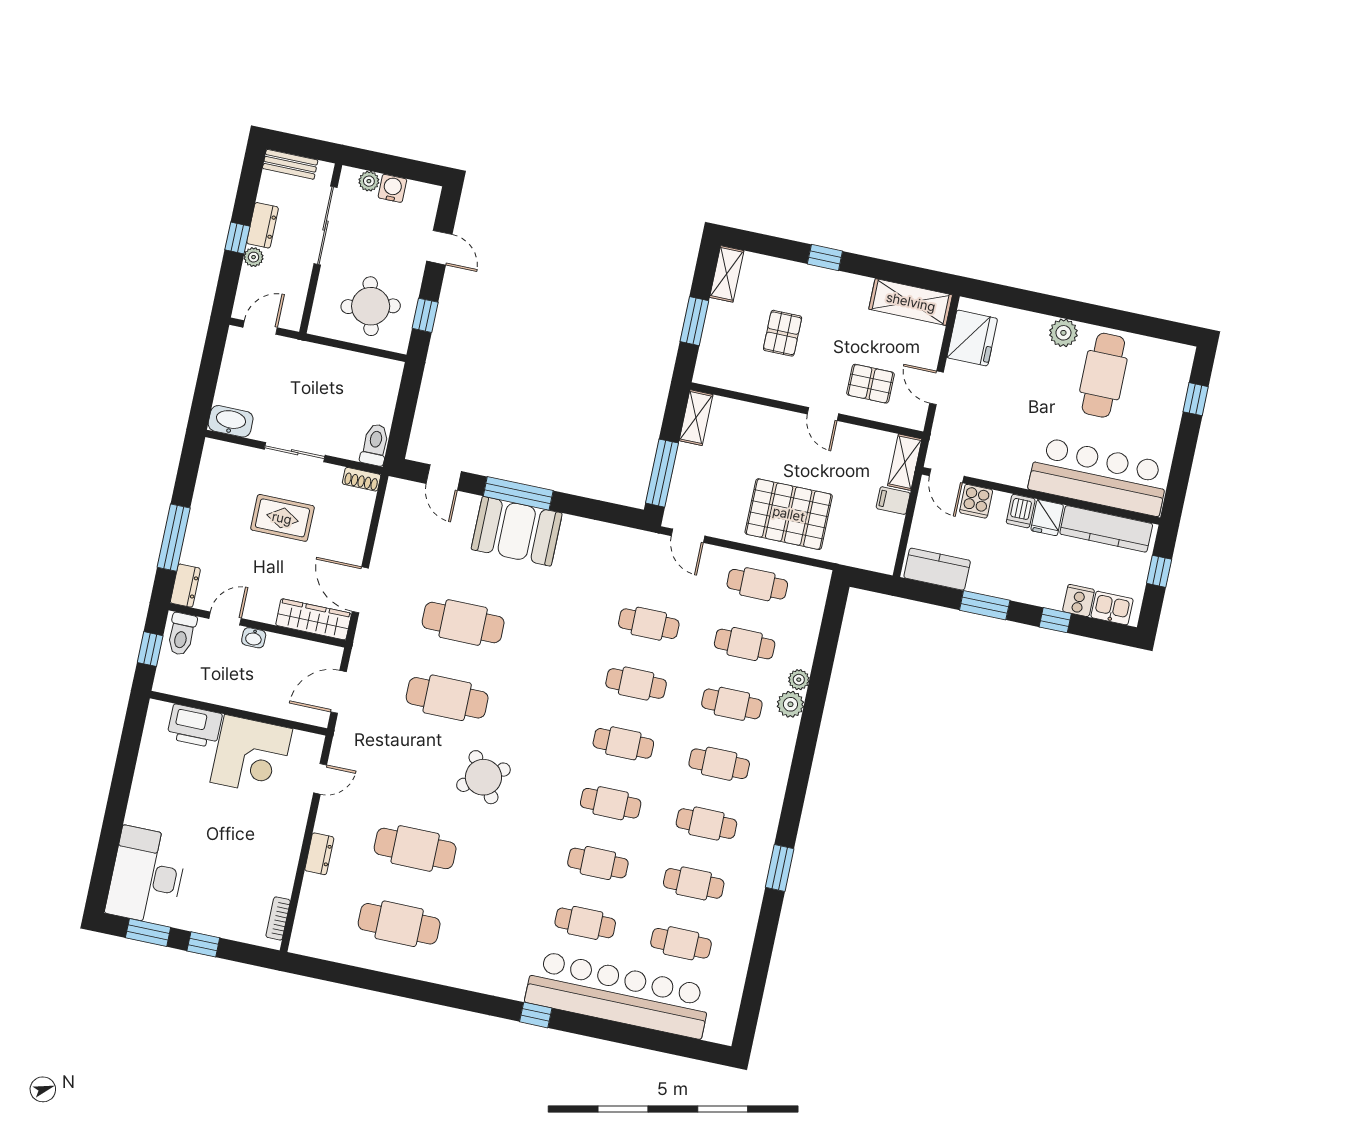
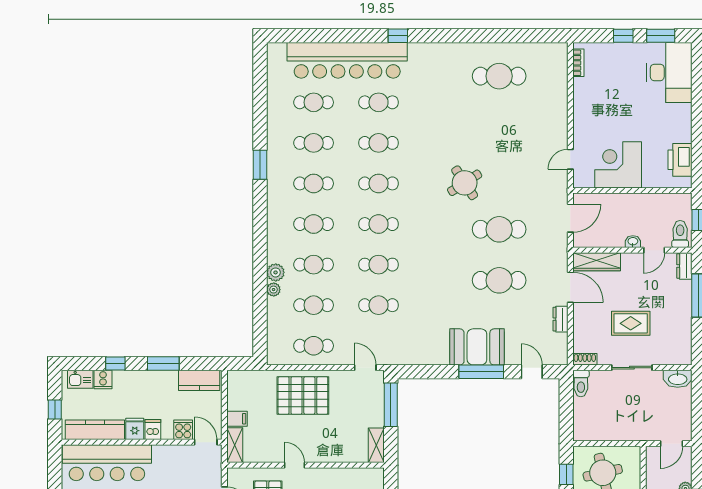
printer: (194, 726) -> (680, 160), moved, turned -90
cafe table: (415, 848) -> (499, 127), removed
dresser: (319, 854) -> (561, 319), moved

